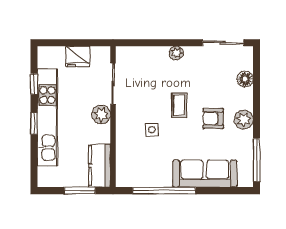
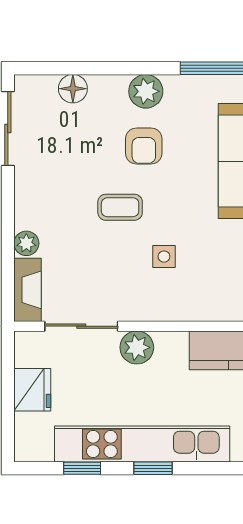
plant: (176, 53) -> (26, 243), moved
fireplace: (133, 54) -> (28, 290), added

